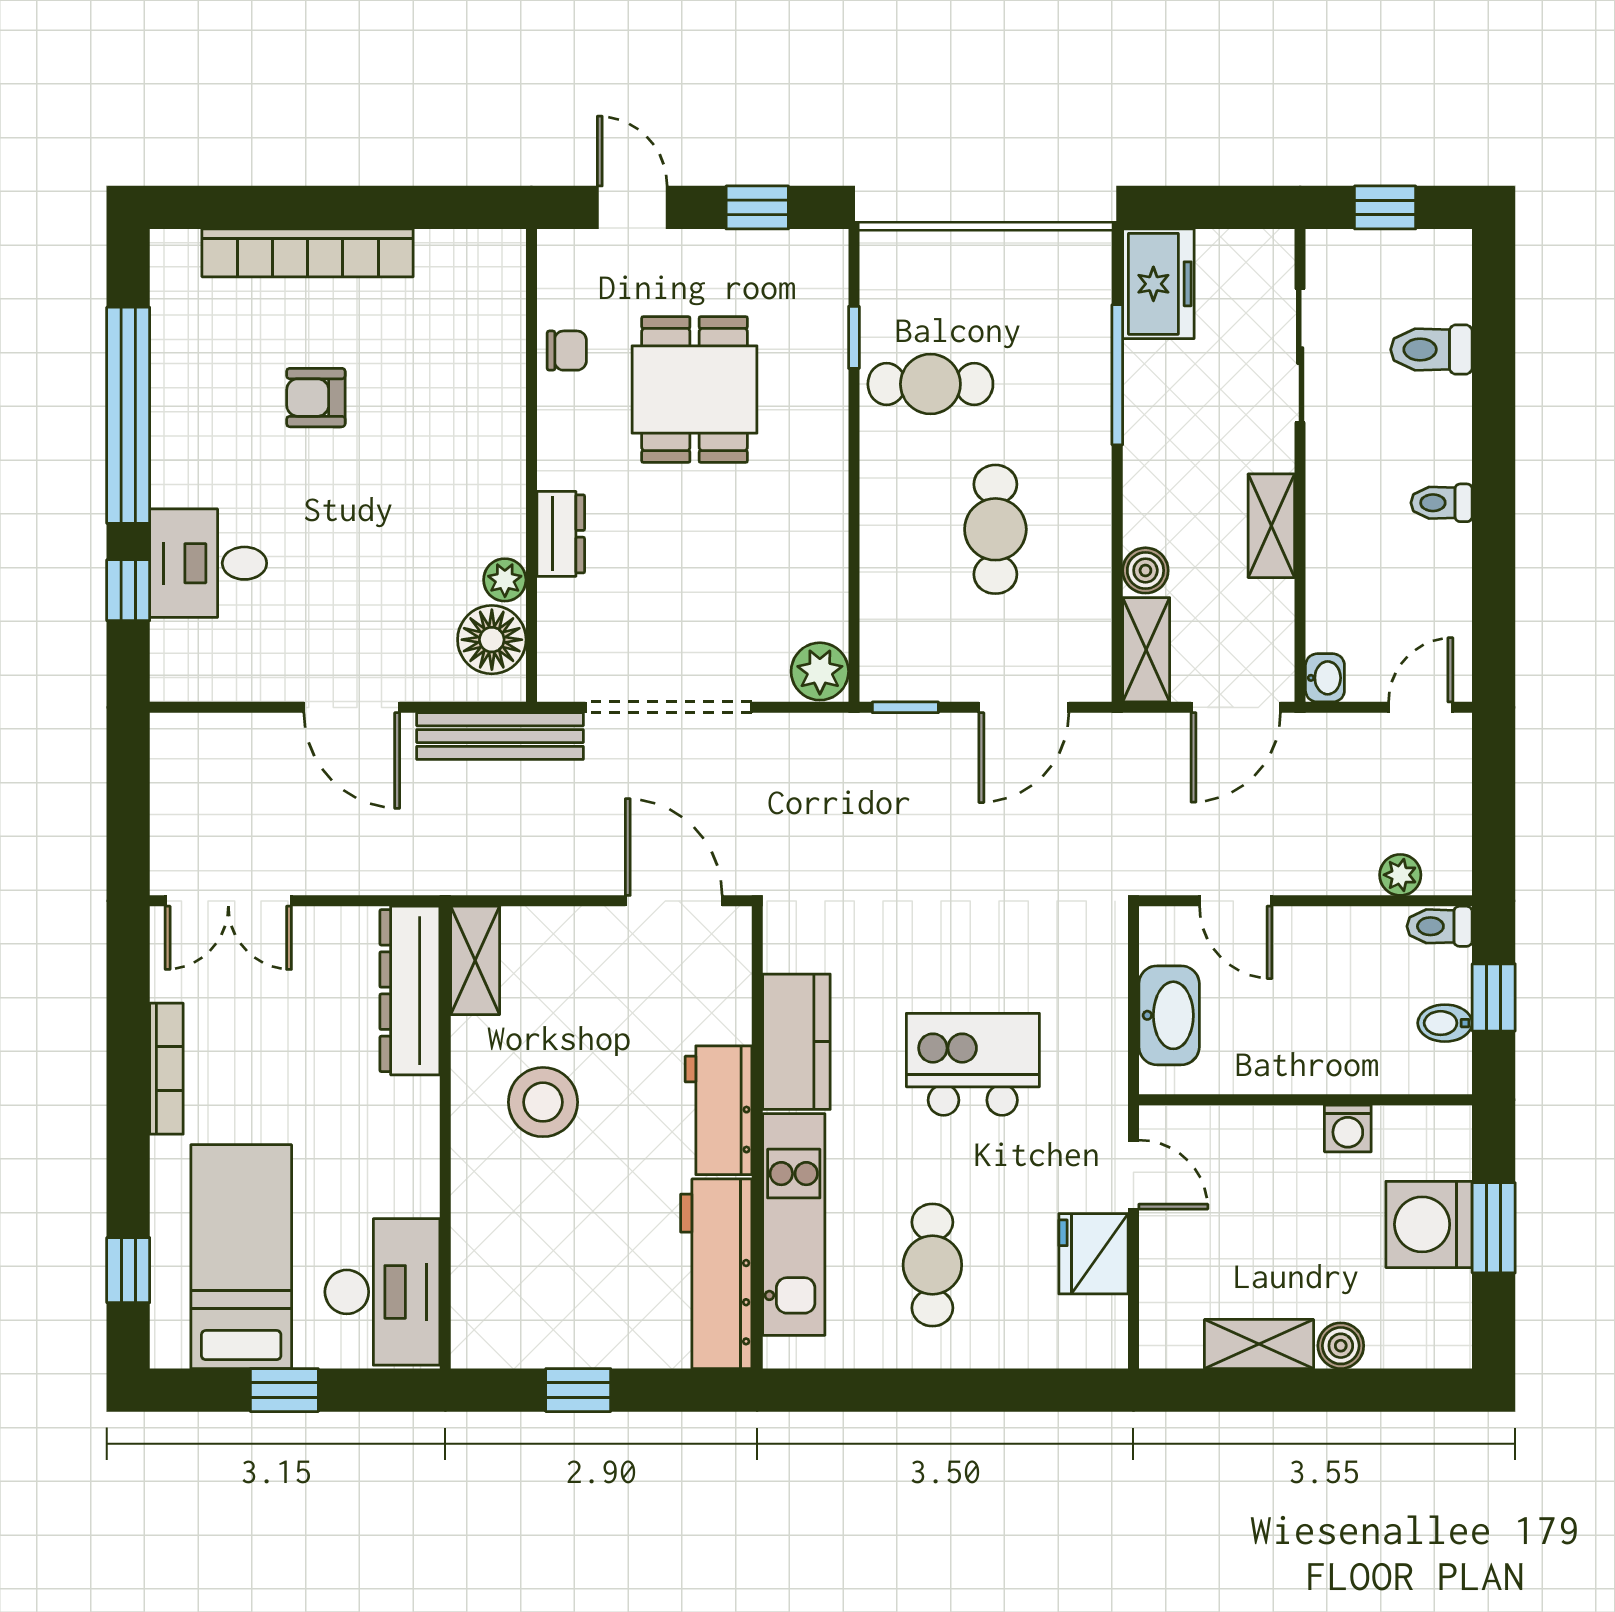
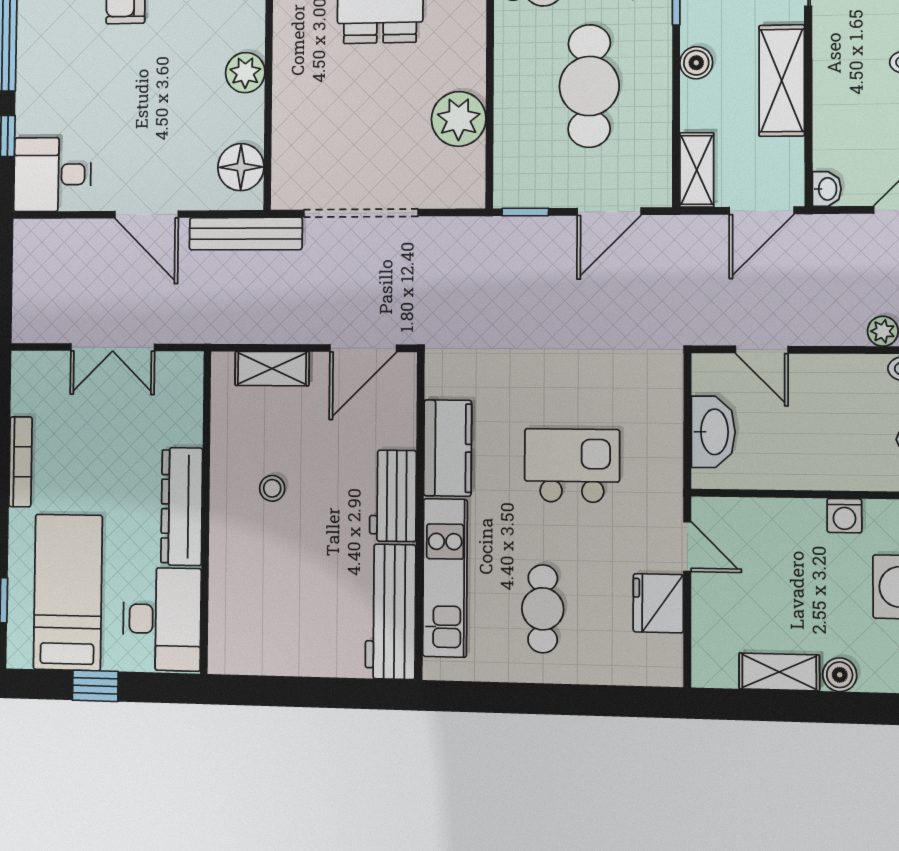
shelving: (1271, 526) -> (782, 81), width x1.50, depth x1.33
cafe table: (995, 529) -> (589, 86), width x1.37, depth x1.35
dresser: (561, 534) -> (288, 94), removed
desk: (208, 563) -> (52, 174), moved
boiler: (1145, 570) -> (696, 63), moved
plant: (505, 580) -> (245, 73), moved, width x1.38, depth x1.38
plant: (820, 671) -> (459, 119), moved, width x1.36, depth x1.36
double door: (228, 901) -> (113, 347), moved
door: (674, 901) -> (363, 348), swing flipped
shelving: (475, 960) -> (272, 369), moved, turned 90
dresser: (410, 991) -> (182, 507), moved
stool: (543, 1102) -> (272, 488), width x0.53, depth x0.53
window: (578, 1390) -> (294, 692), removed

